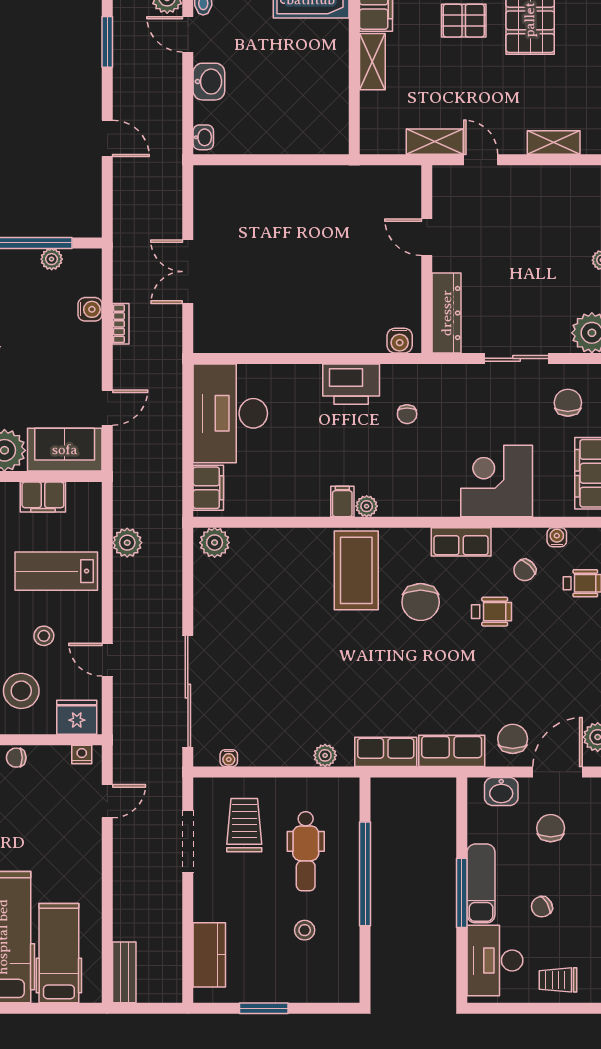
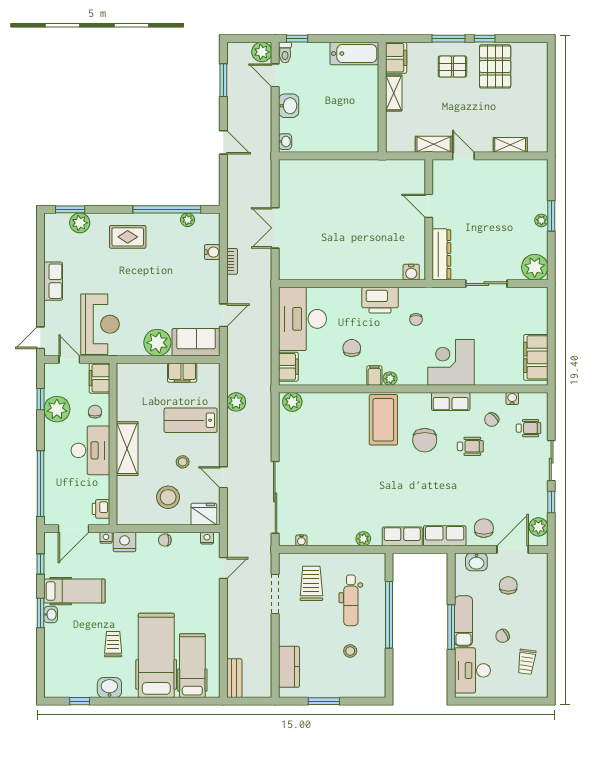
chair: (568, 403) -> (352, 348), moved
corner desk: (497, 481) -> (451, 362), moved
trolley: (558, 980) -> (527, 662), moved, turned -82

